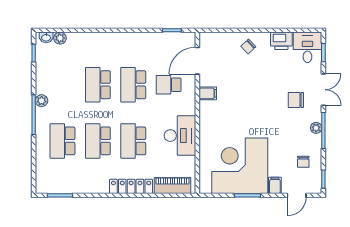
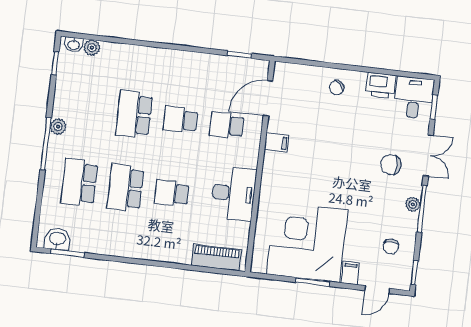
school desk: (133, 85) -> (180, 120), width x0.54
school desk: (133, 141) -> (172, 193), width x0.54
washbasin: (51, 186) -> (57, 239), added
locker: (131, 186) -> (162, 252), removed

